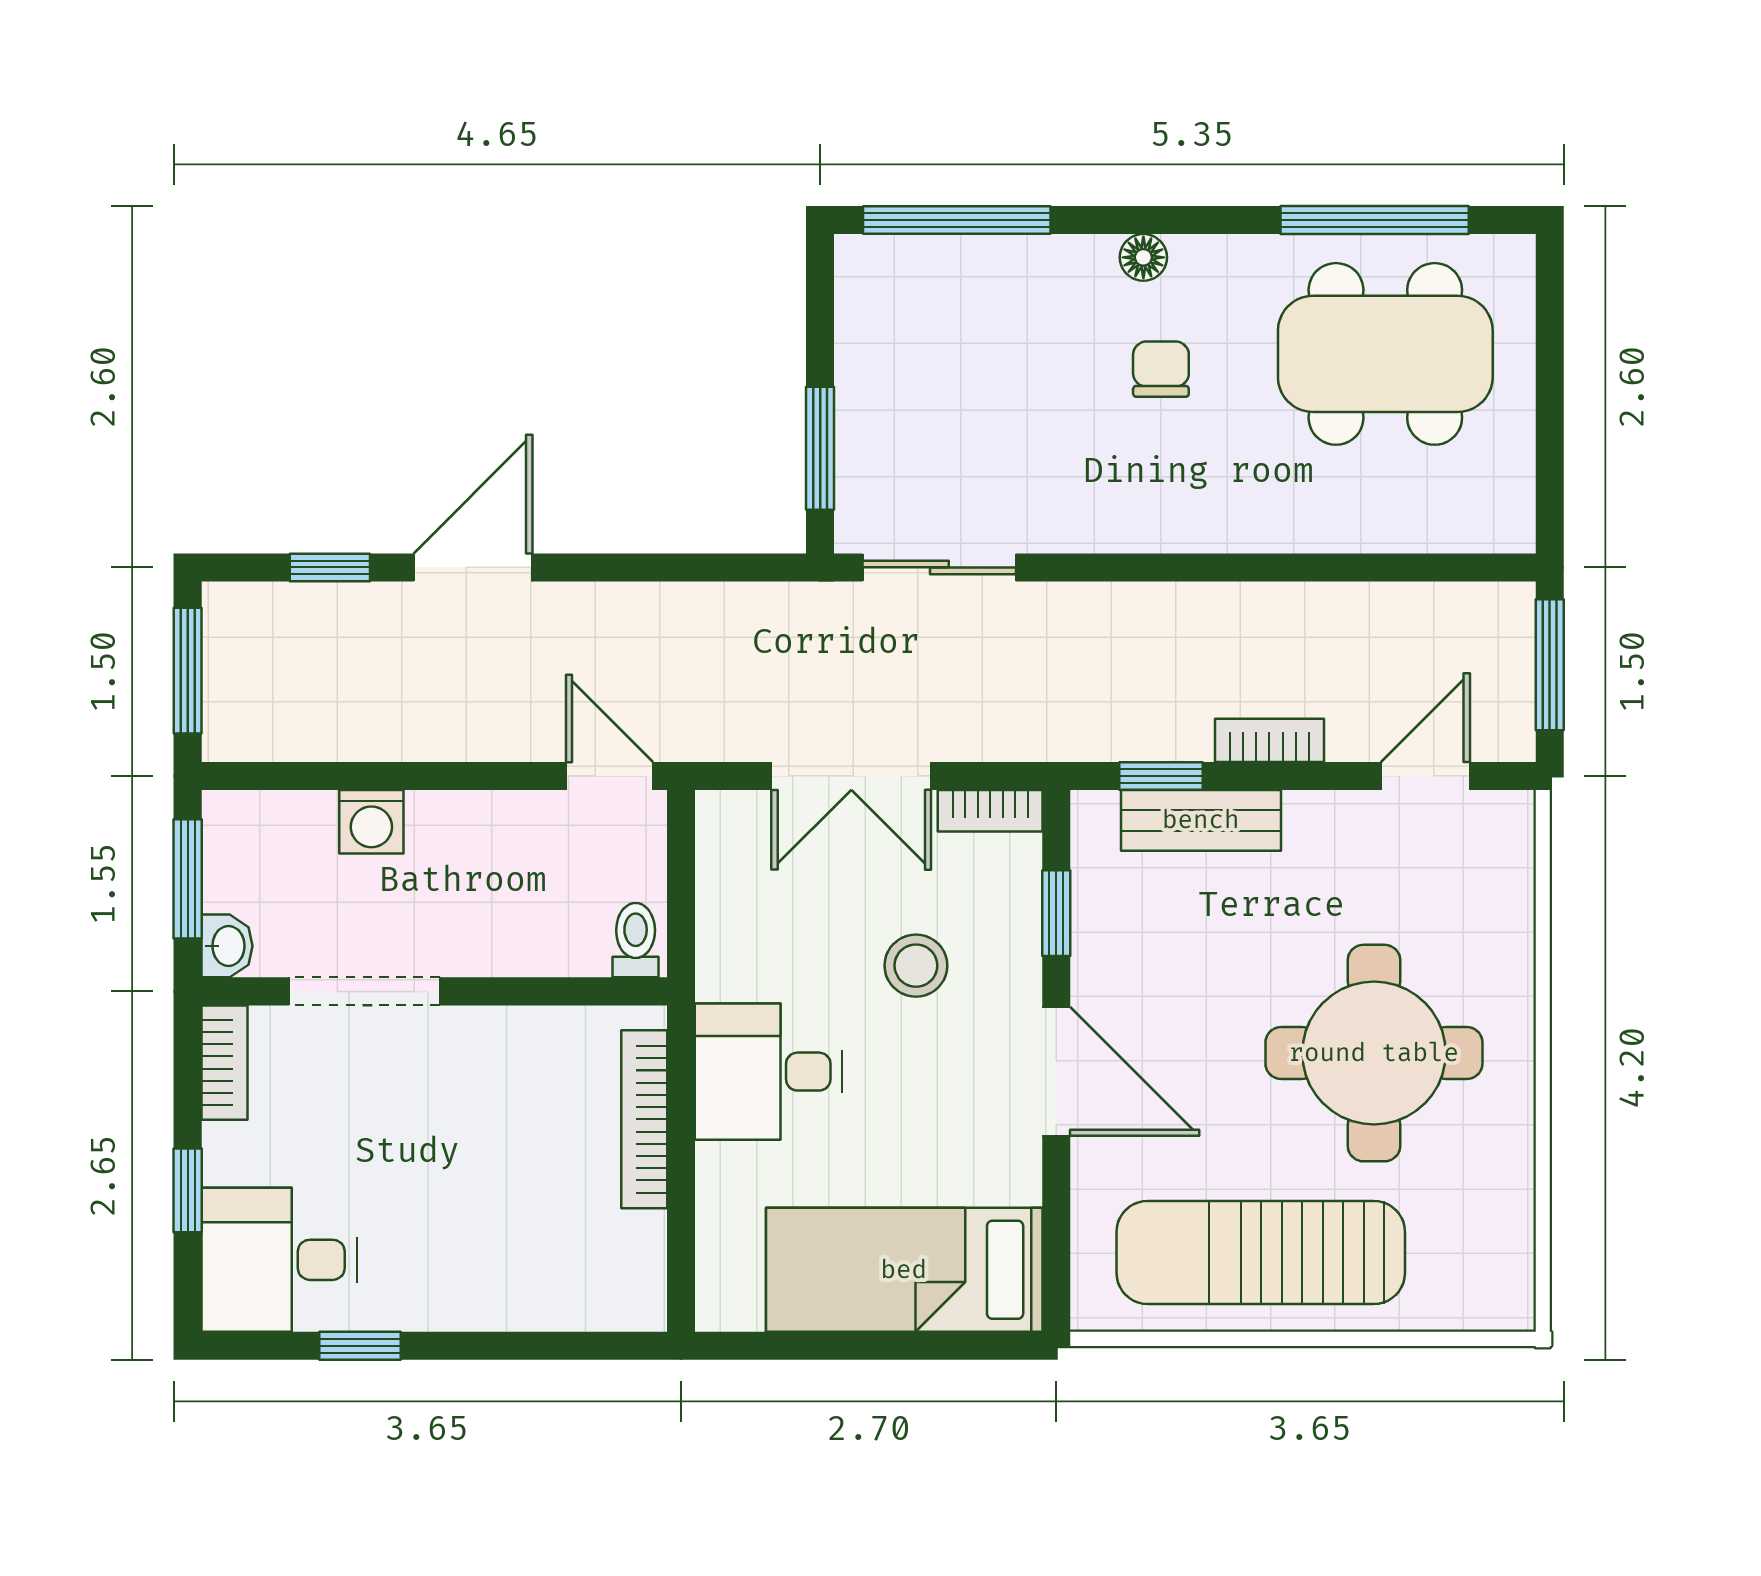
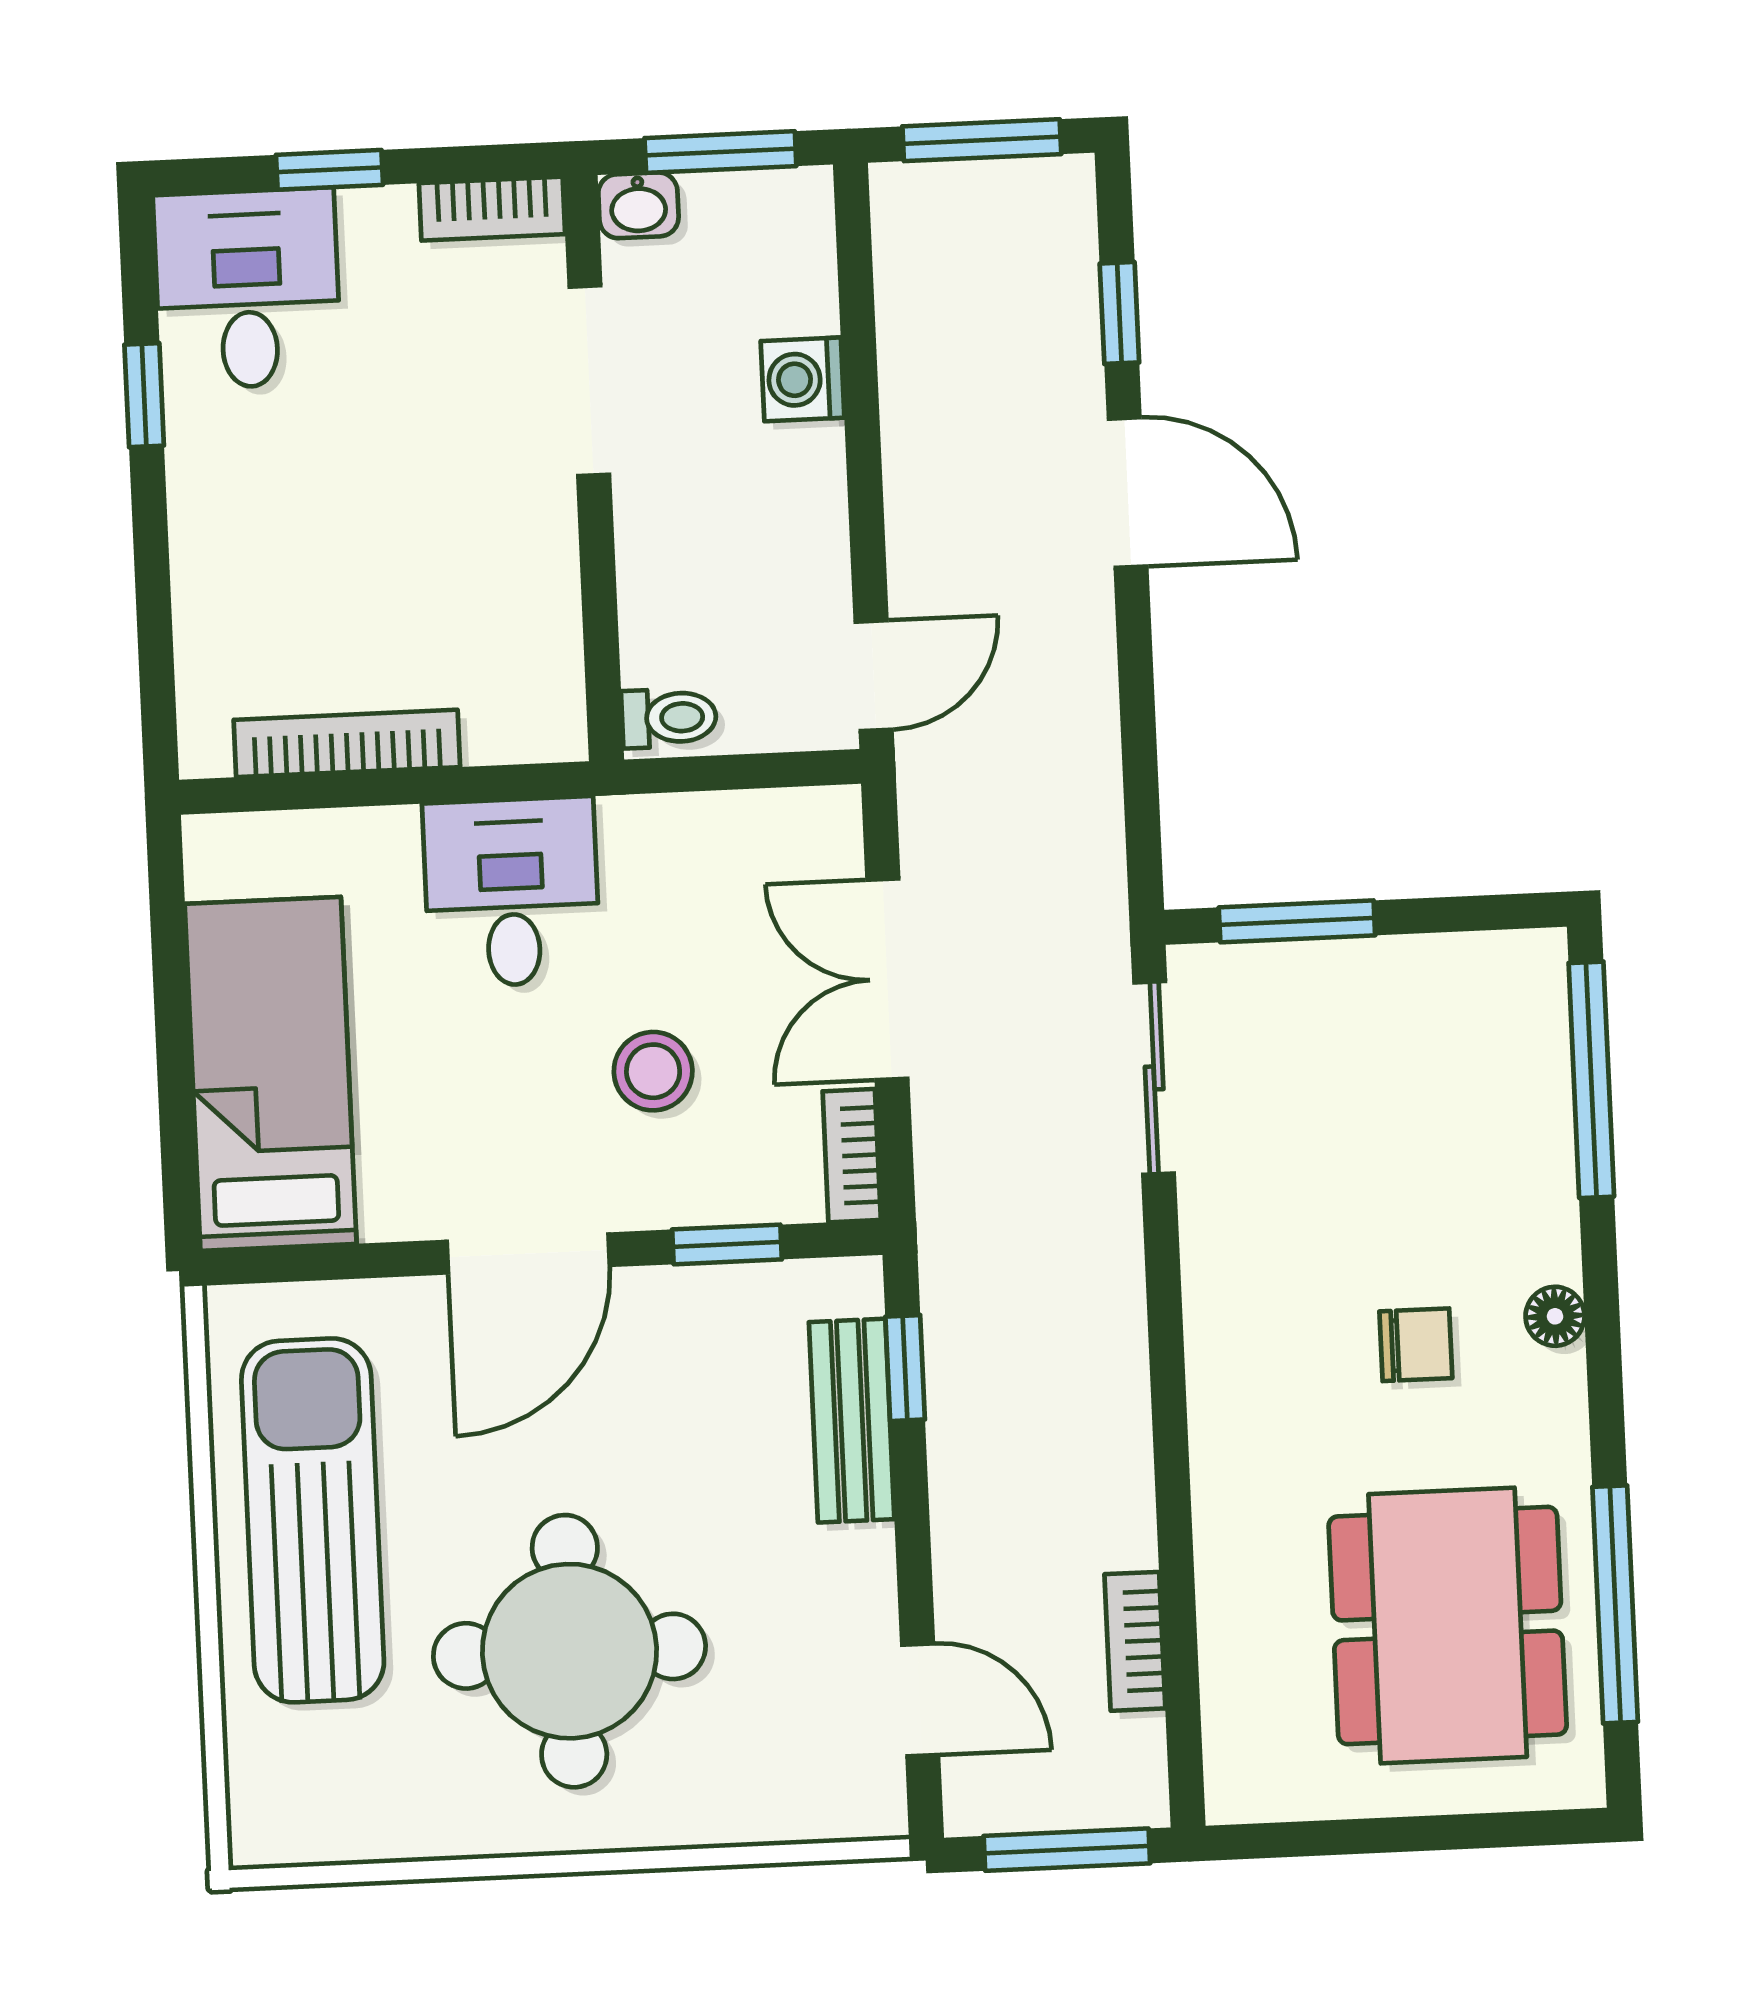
bookcase: (1269, 740) -> (1135, 1641), moved, turned 180
bookcase: (644, 1119) -> (347, 743), moved

